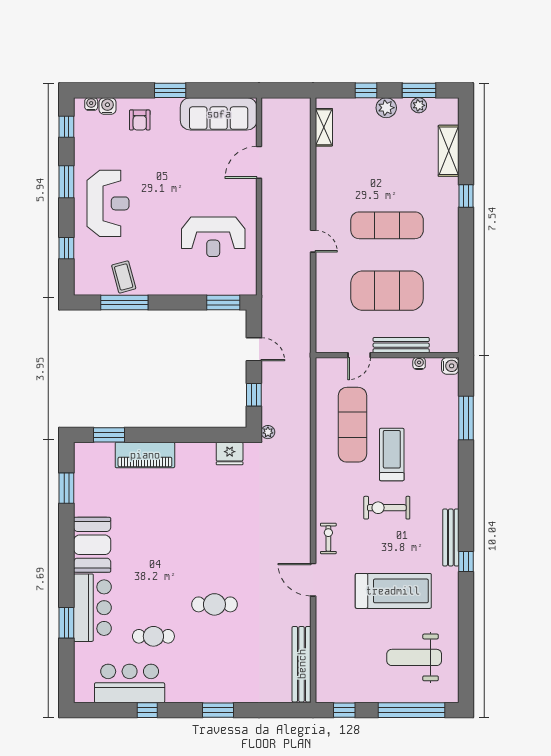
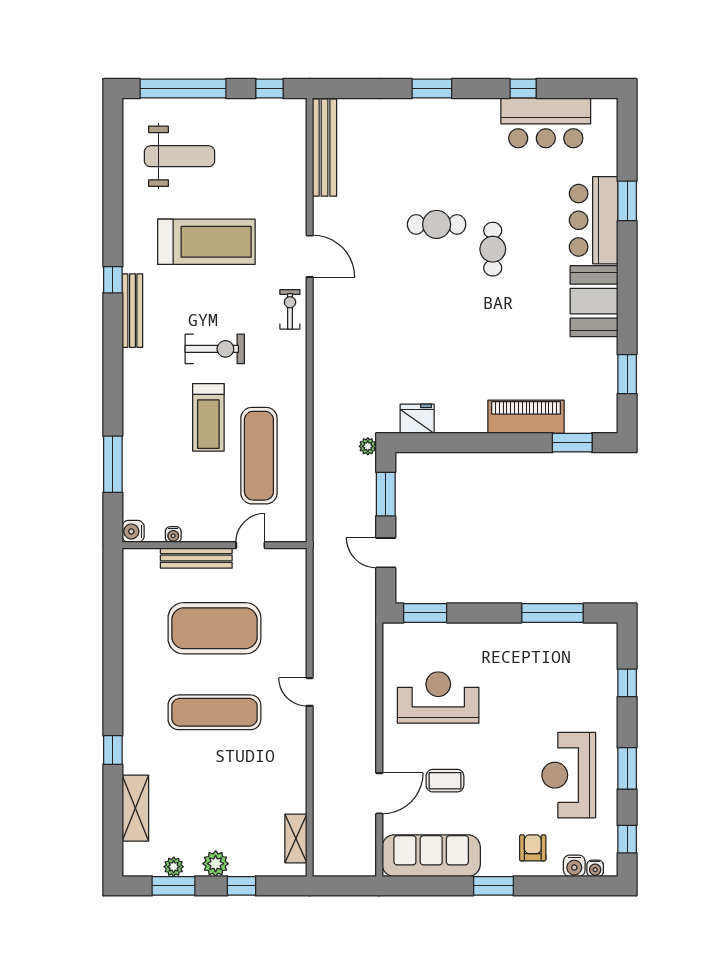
reception desk: (108, 203) -> (569, 775), moved
coffee table: (124, 277) -> (445, 781), moved, turned -75
window: (254, 395) -> (386, 494), width x1.50
exercise bike: (328, 538) -> (290, 309), turned 180
treadmill: (393, 591) -> (206, 242), turned 180
cafe table: (153, 636) -> (493, 249), moved, turned 90

